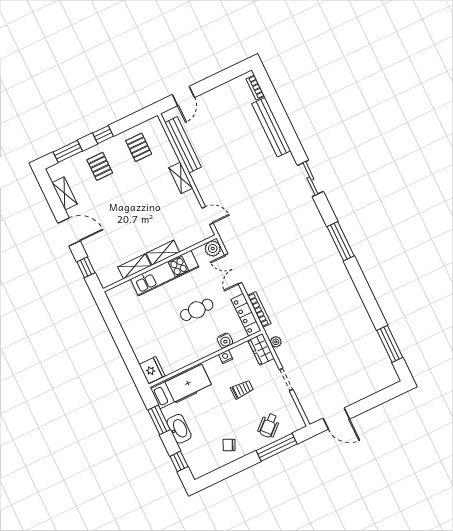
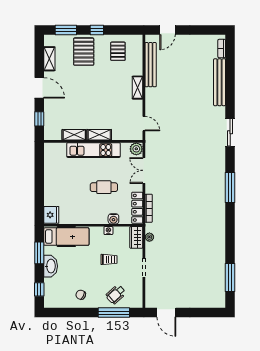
pallet: (100, 166) -> (84, 52), width x1.50, depth x1.42

